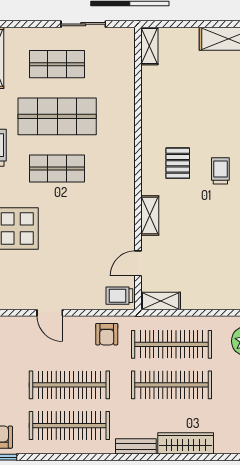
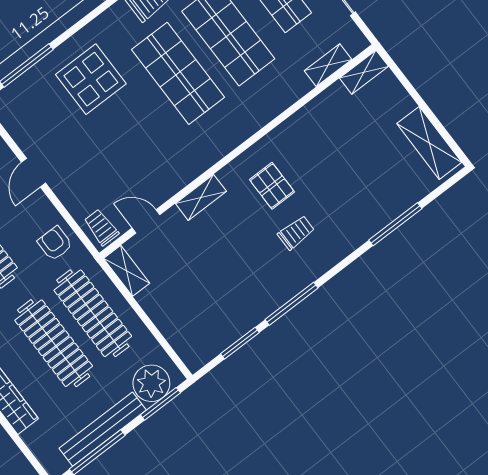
shelving: (127, 66) -> (328, 65), added
pallet: (178, 163) -> (272, 186), turned 90
shop shelf: (57, 168) -> (178, 73), width x1.43, depth x1.36
armchair: (107, 334) -> (55, 243), turned 90

